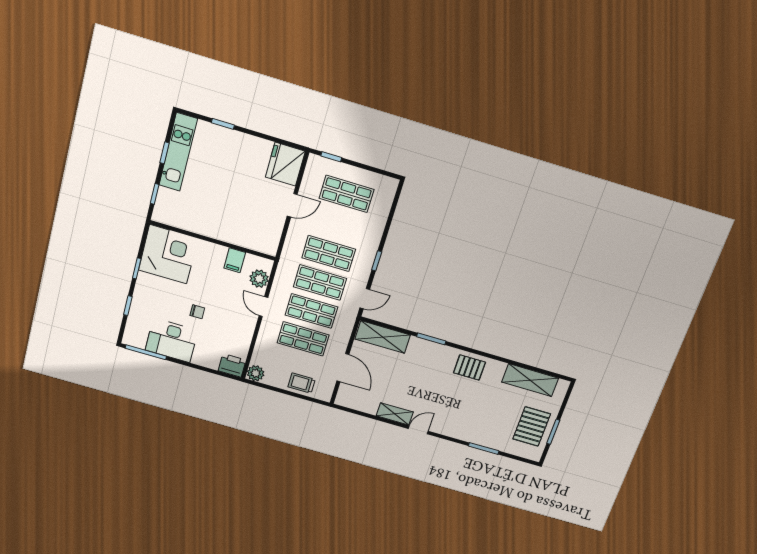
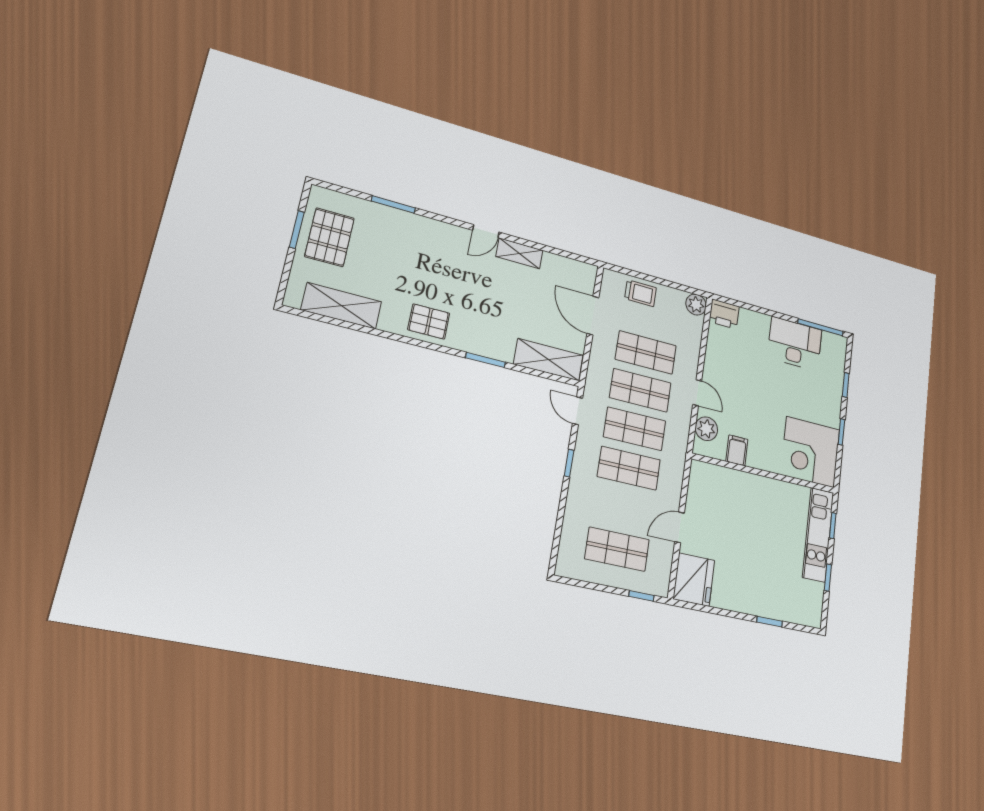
kitchen unit: (178, 152) -> (818, 535), moved
door: (365, 299) -> (578, 411), hinge flipped
chair: (197, 312) -> (771, 382), removed

